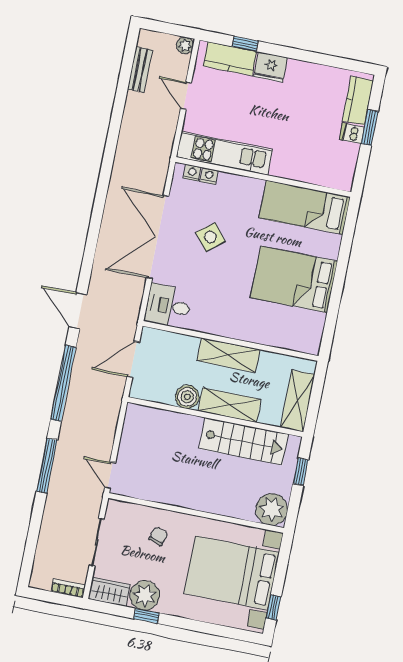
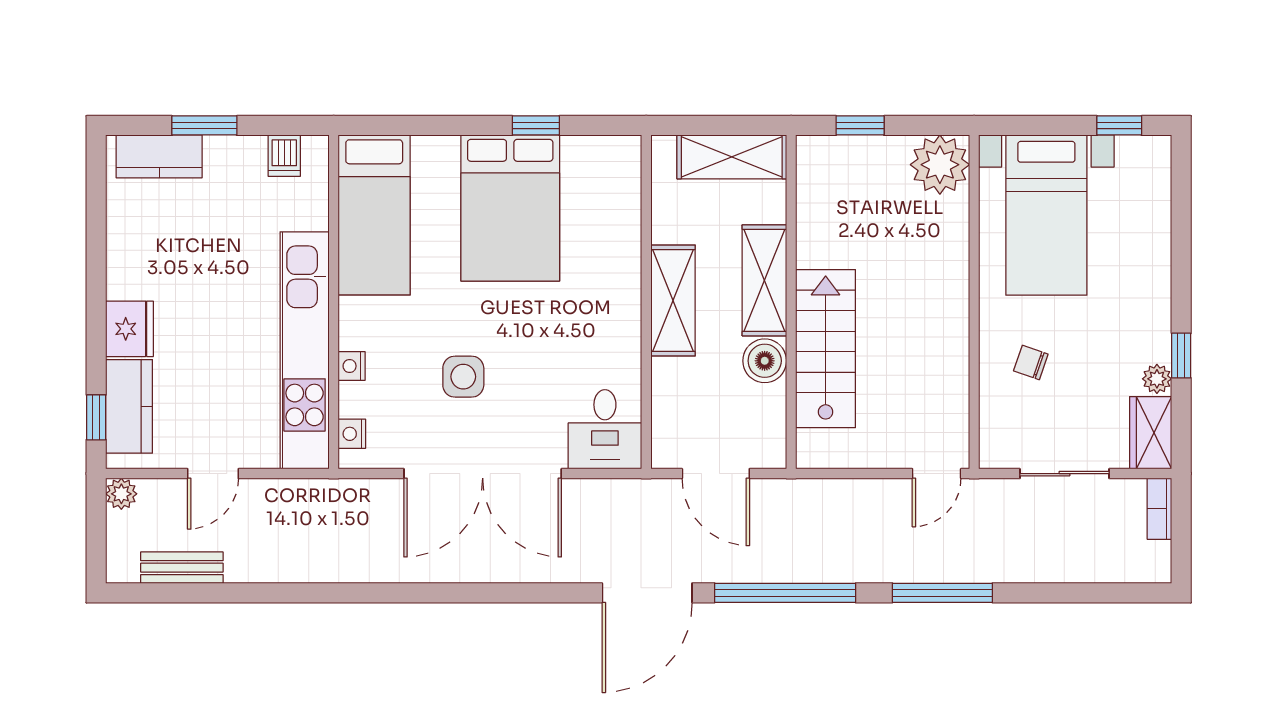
window: (245, 44) -> (96, 417), moved
dishwasher: (352, 133) -> (284, 156), moved
kitchen unit: (224, 153) -> (305, 350), width x1.36
nightstand: (209, 176) -> (352, 366), moved
side table: (211, 237) -> (463, 377), turned 38
window: (335, 301) -> (536, 125), added
door: (78, 311) -> (647, 593), width x1.36
stairs: (244, 441) -> (826, 349), moved
bed with nightstands: (232, 573) -> (1046, 215), width x0.73
plant: (145, 595) -> (1157, 379), width x0.53, depth x0.53

